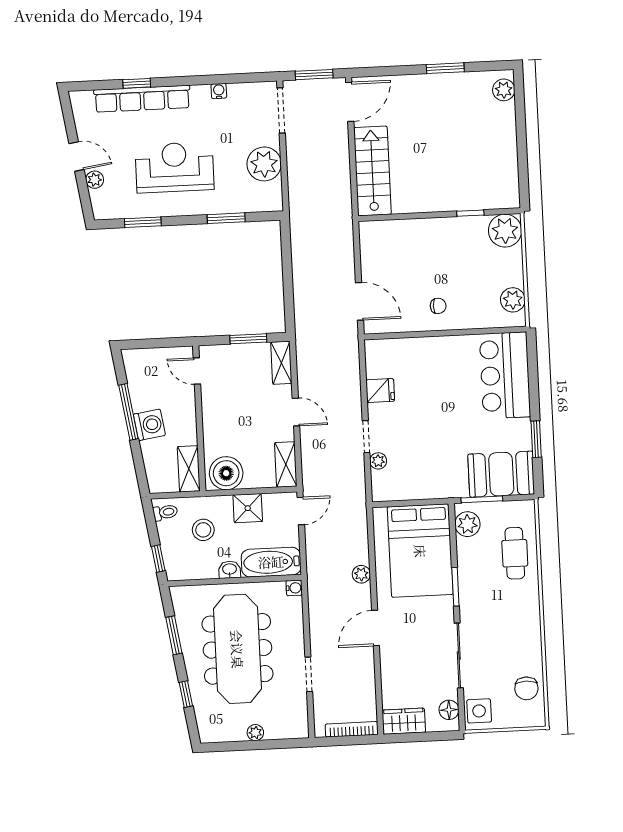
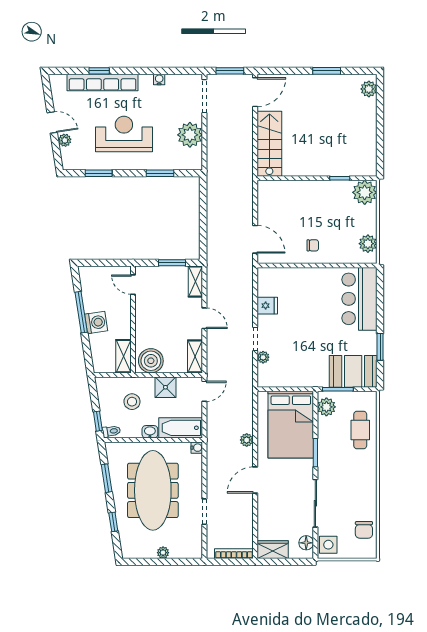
toilet: (165, 512) -> (111, 431), moved

